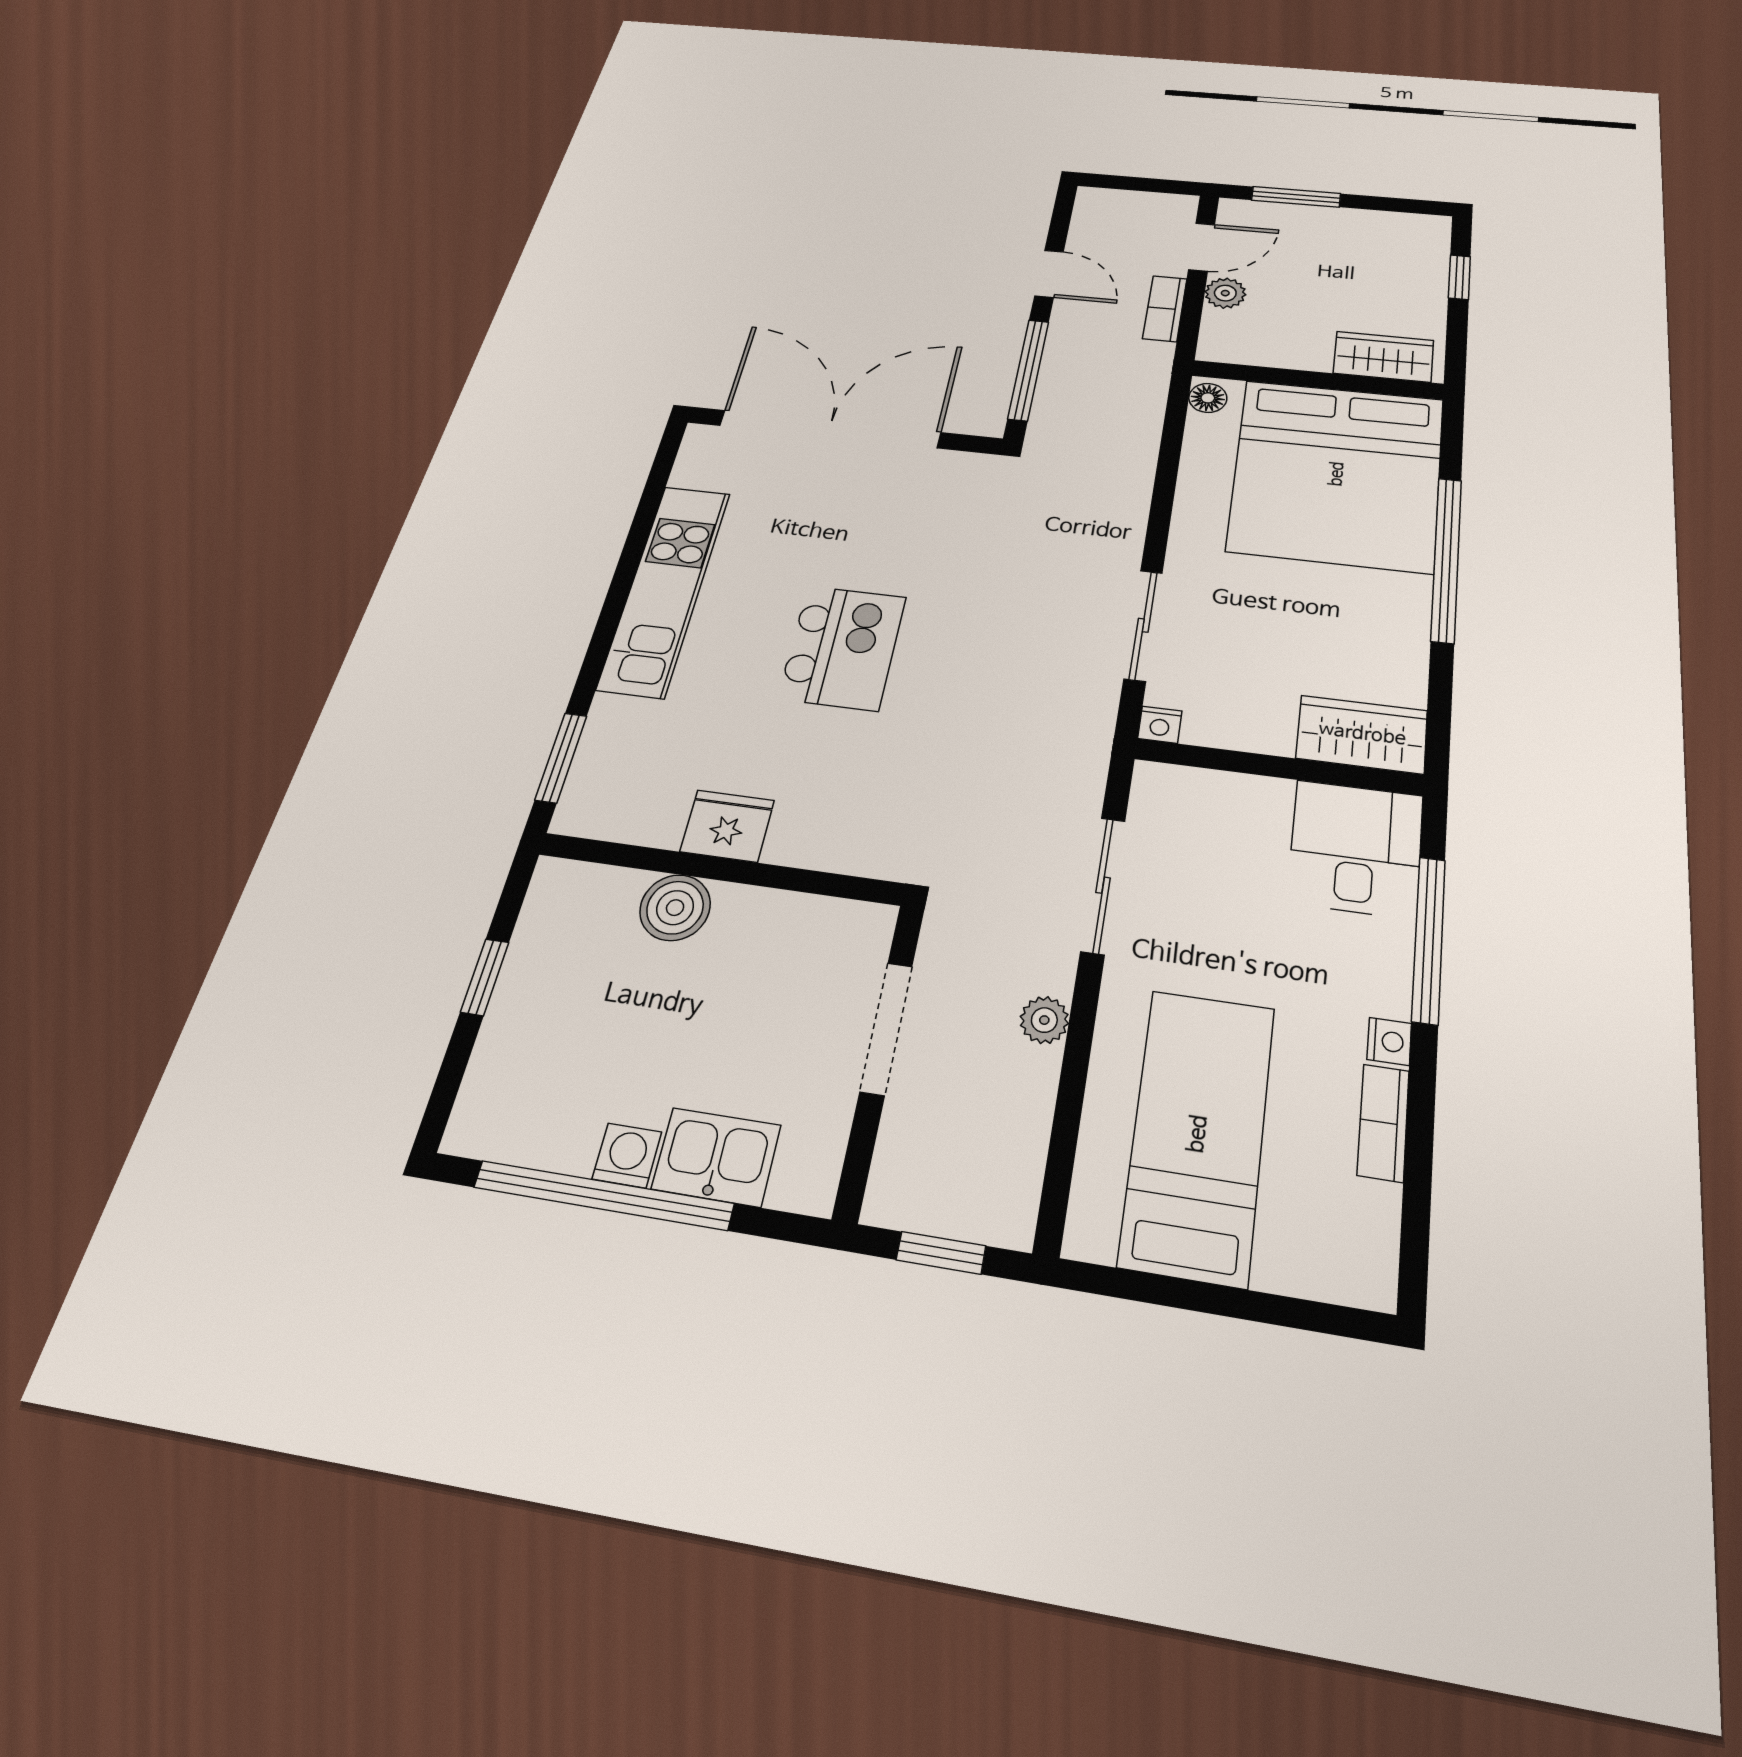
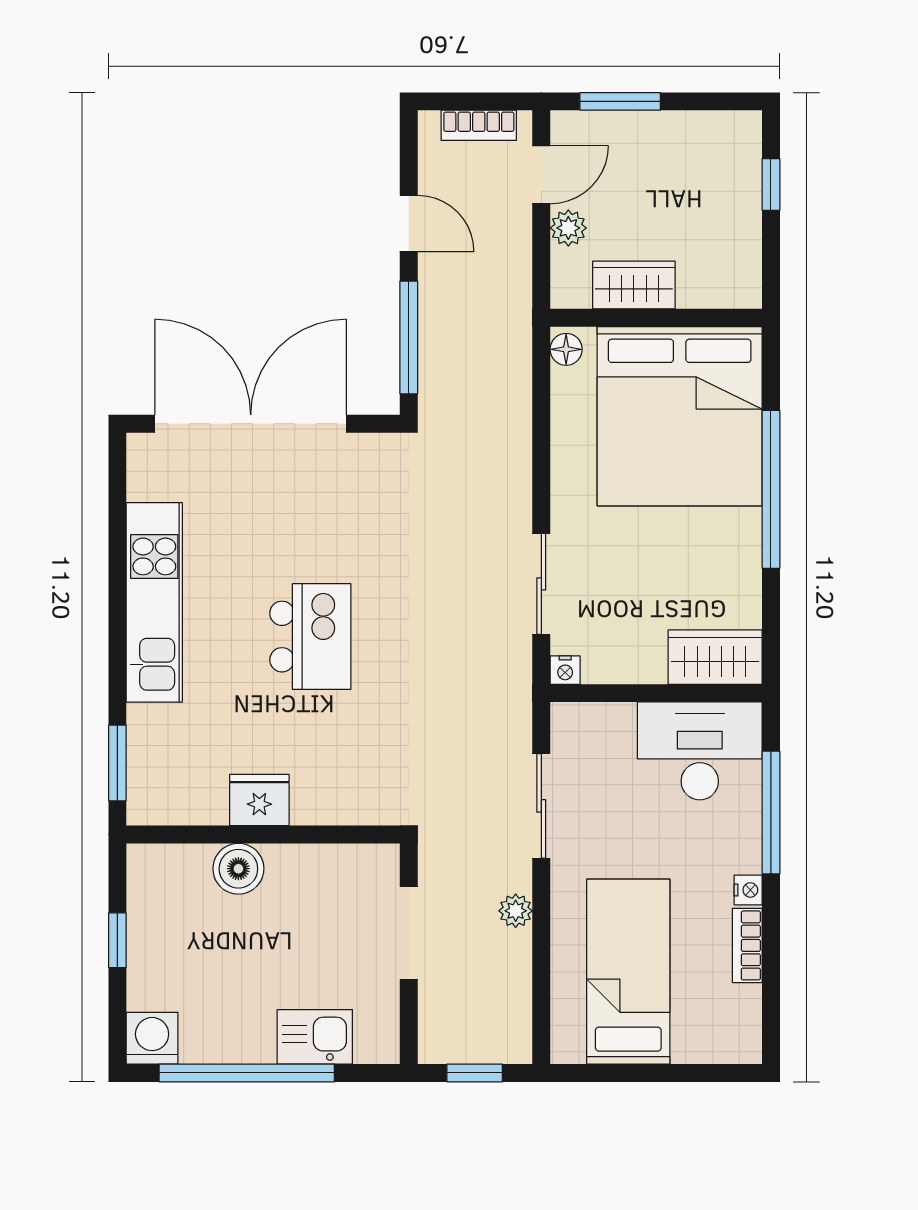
bookcase: (1165, 309) -> (479, 125), moved, turned -90
wardrobe: (1383, 357) -> (634, 285), moved
desk: (1356, 848) -> (700, 751), width x1.37
washing machine: (627, 1155) -> (152, 1038), moved, width x1.38, depth x1.38

